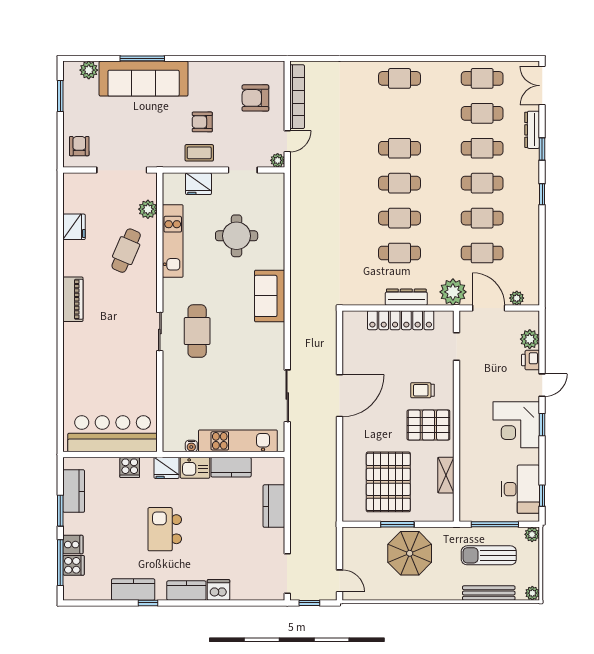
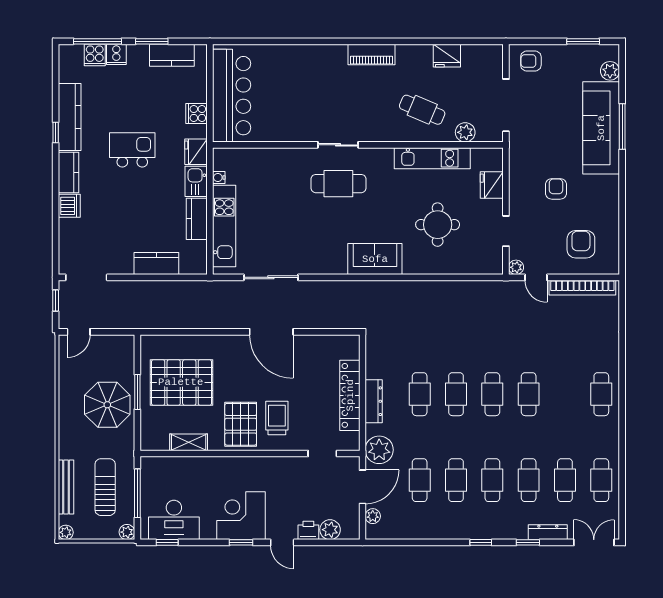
armchair: (79, 146) -> (531, 61), turned 180
coffee table: (199, 153) -> (524, 186), removed
trolley: (422, 390) -> (277, 418), width x1.36, depth x1.39
kitchen counter: (133, 590) -> (70, 117), width x1.50

